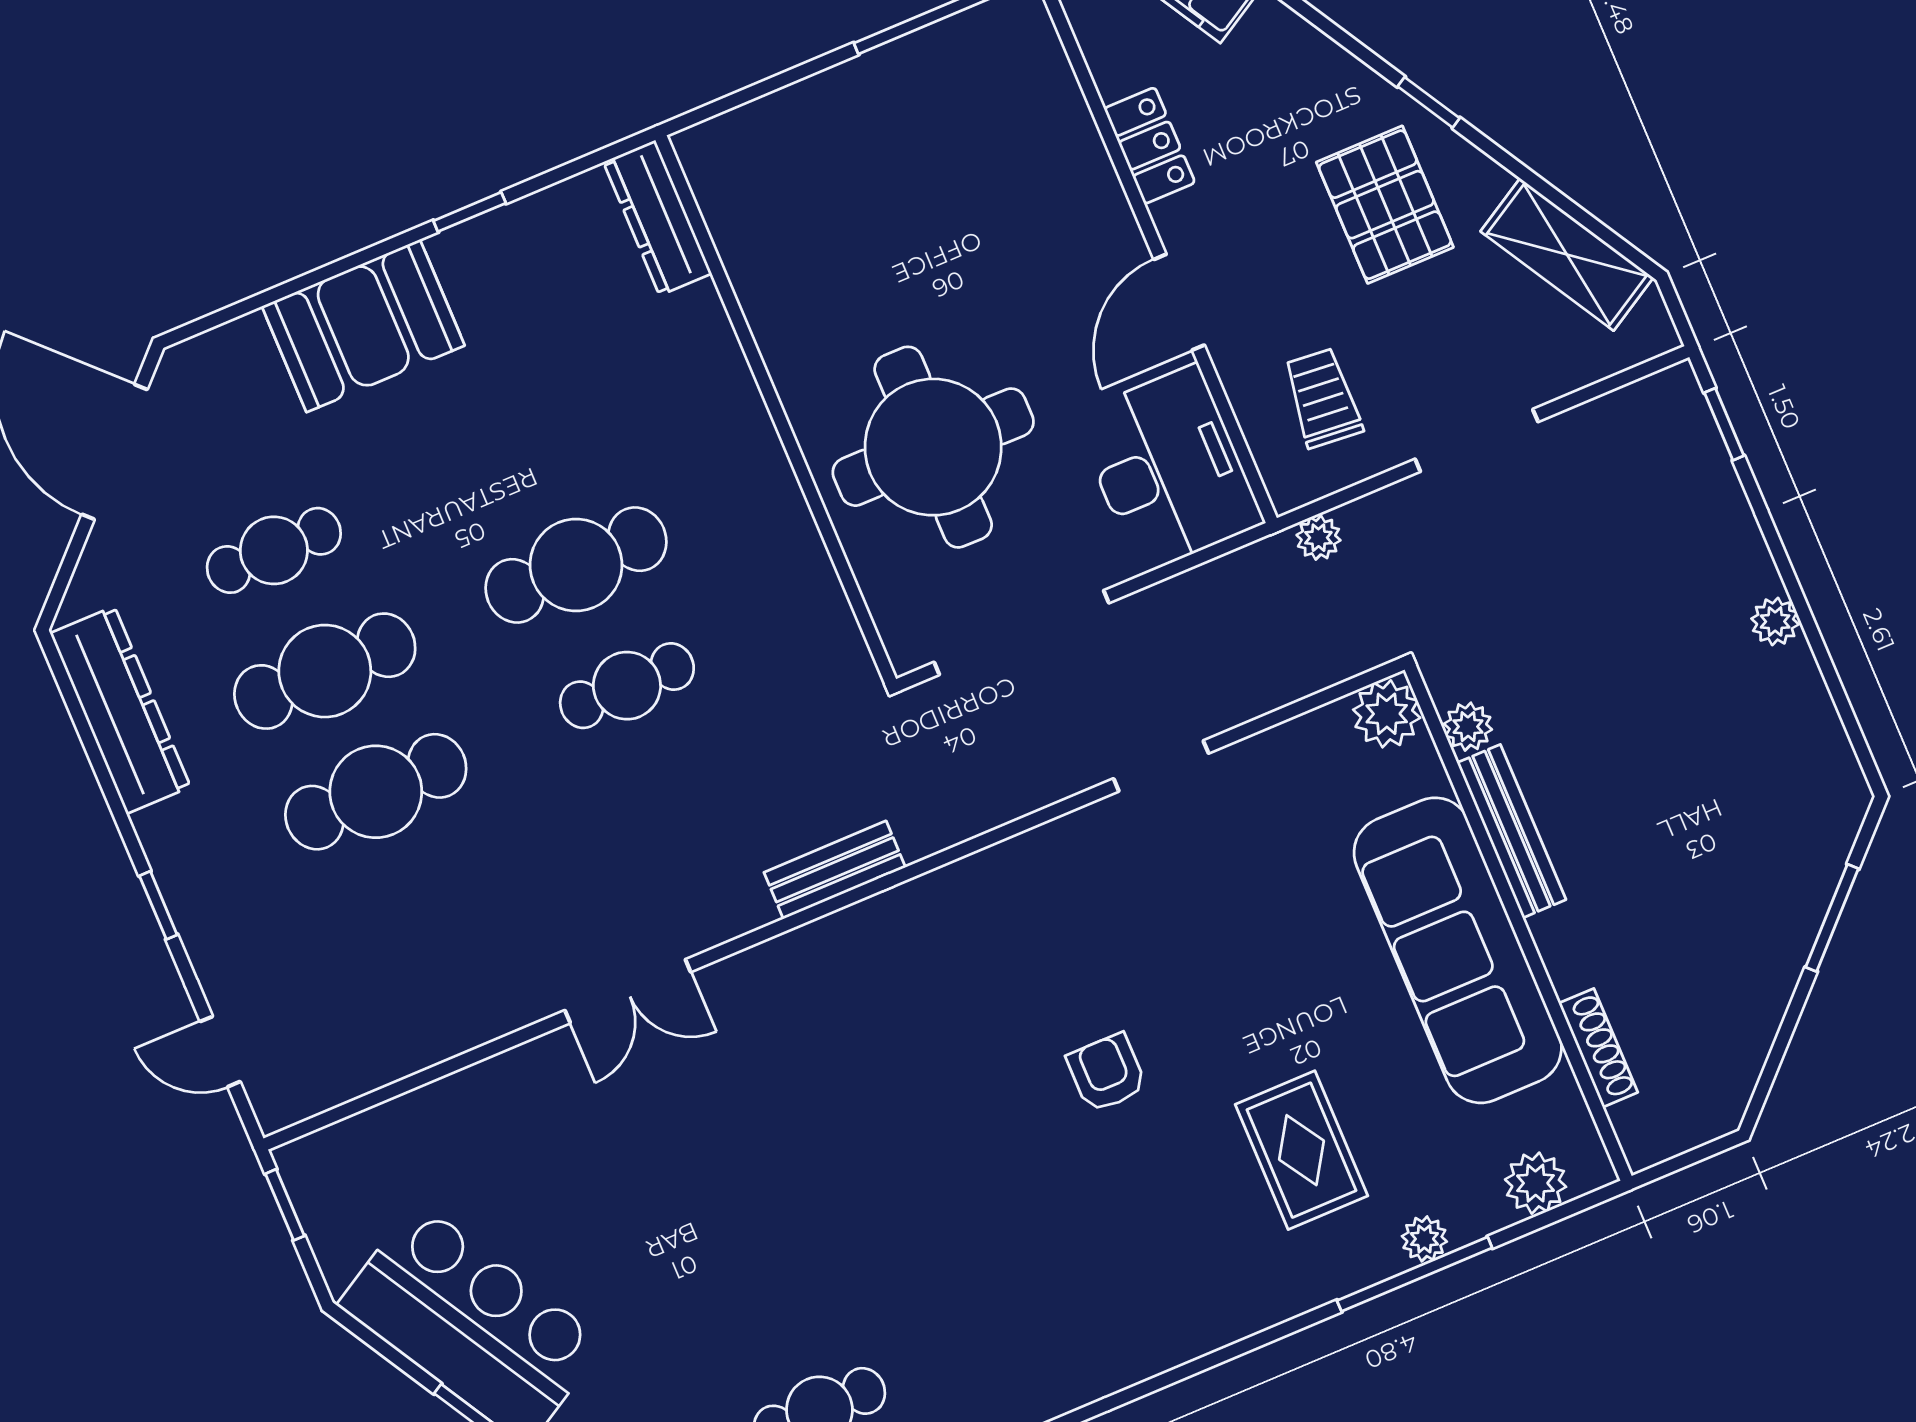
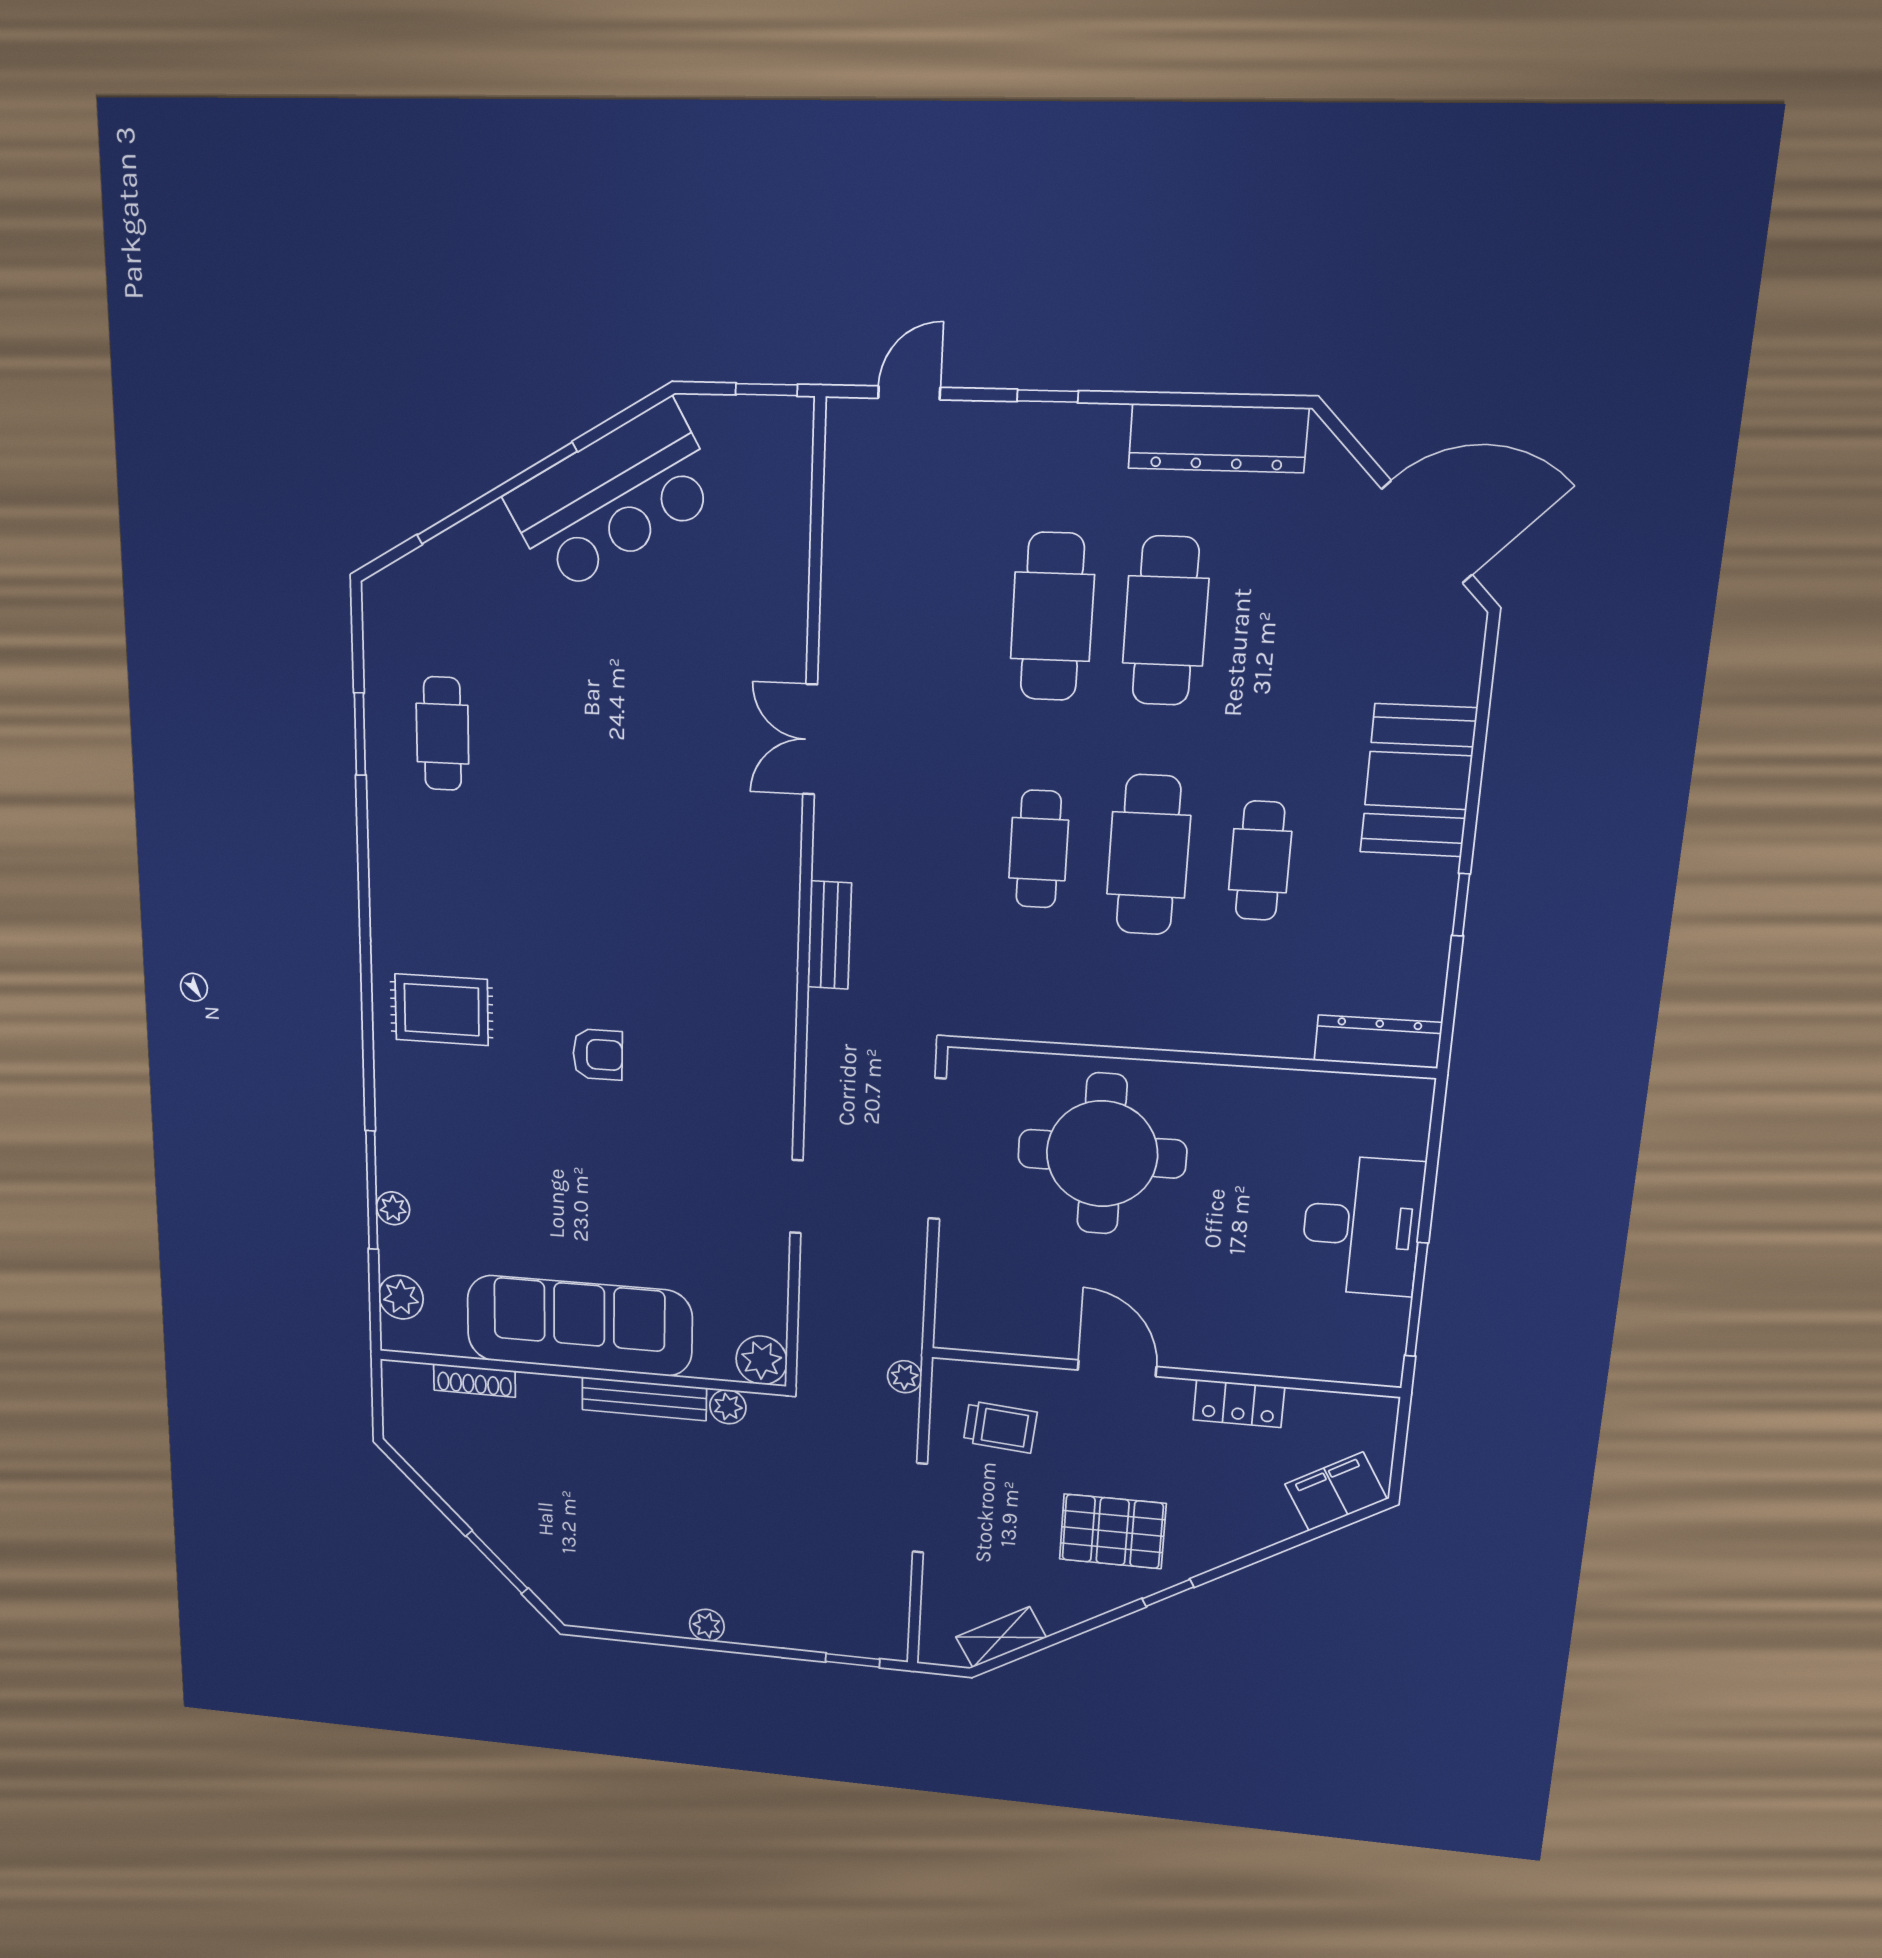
shelving: (1567, 254) -> (1001, 1637), width x0.67, depth x0.75
desk: (1168, 469) -> (1362, 1226), moved, turned -90
cafe table: (274, 550) -> (1260, 861), moved
rug: (1302, 1150) -> (442, 1010), moved

